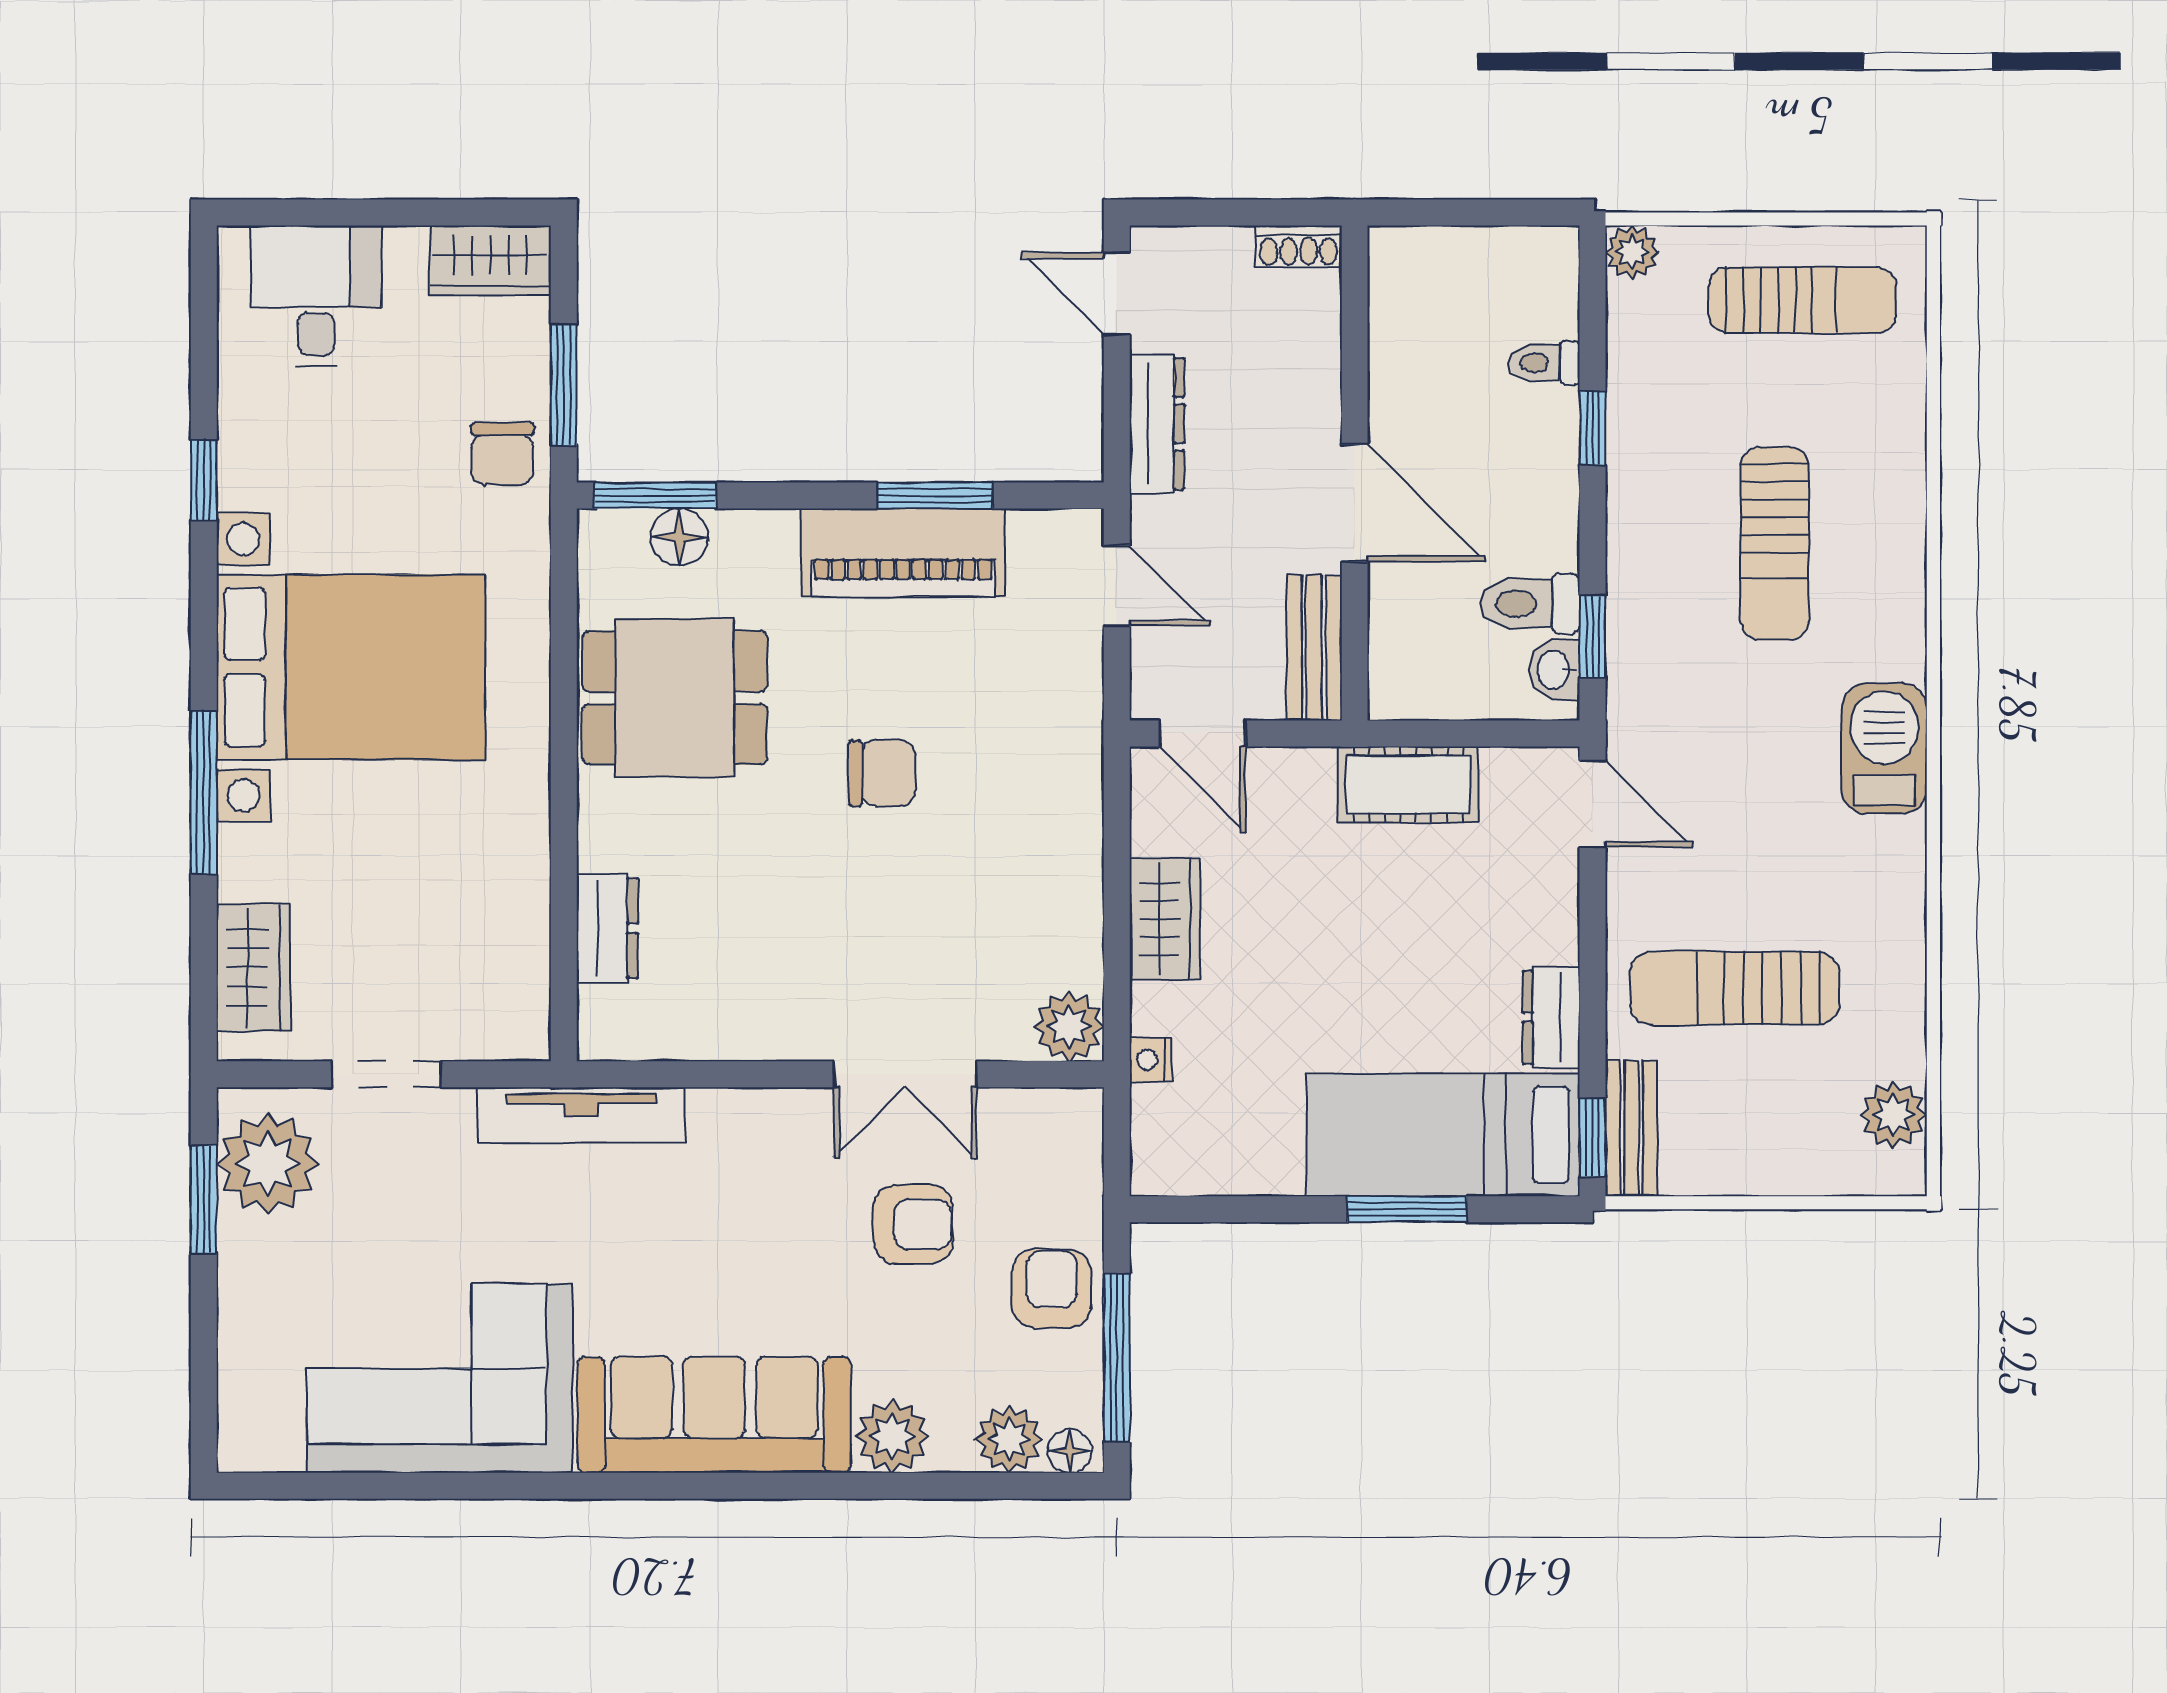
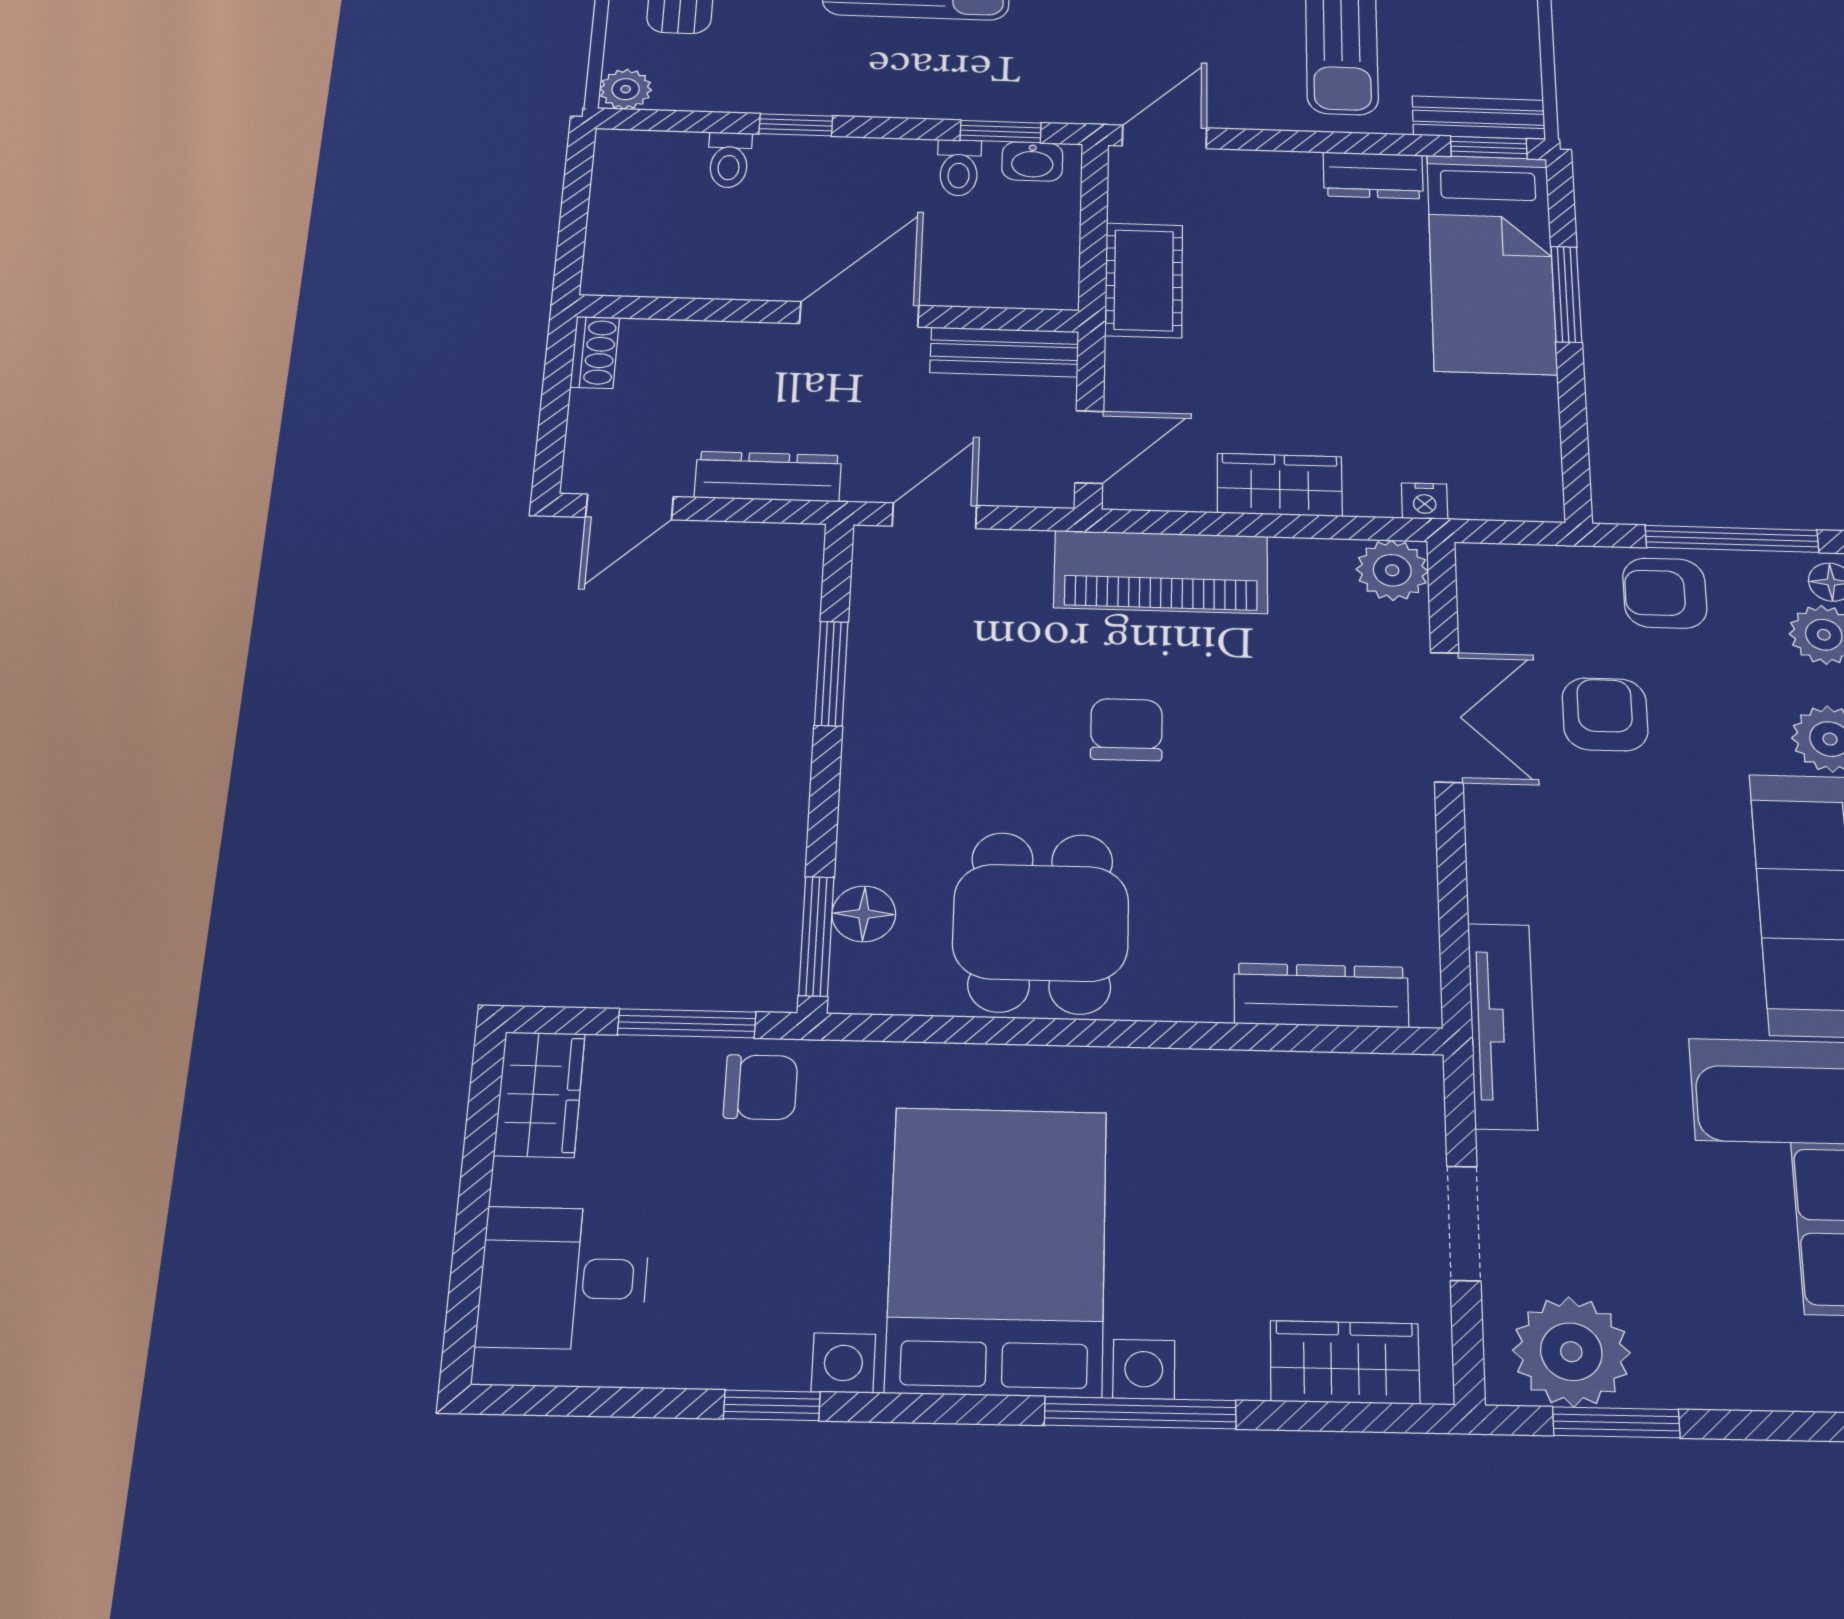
piano: (903, 553) -> (1161, 572), moved, turned 90
toilet: (1530, 604) -> (959, 168), width x0.73, depth x0.72
dresser: (607, 928) -> (1321, 995), width x1.44

